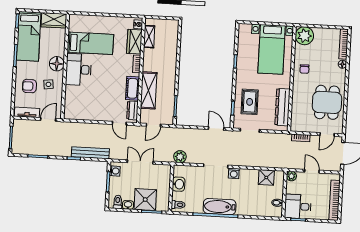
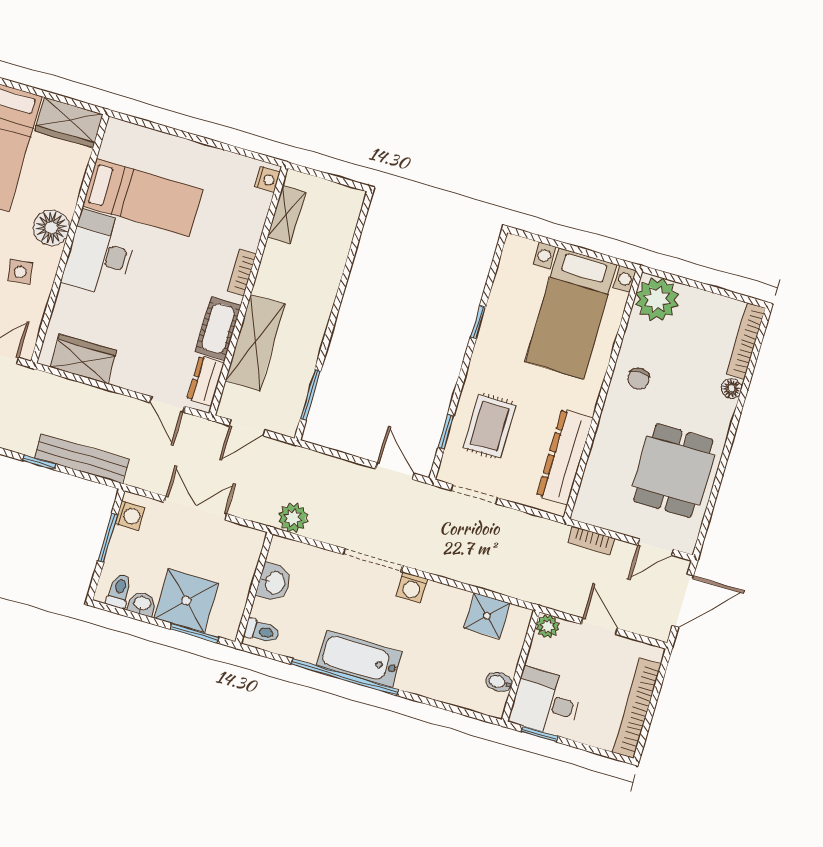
wardrobe: (134, 42) -> (84, 359), moved, turned 90

